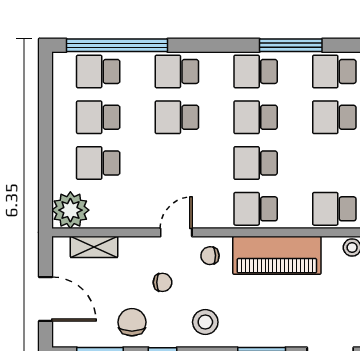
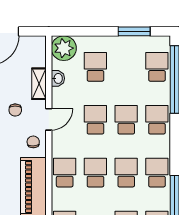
window: (46, 106) -> (134, 31), added
school desk: (98, 117) -> (95, 120), moved
washbasin: (115, 219) -> (58, 78), added
door: (176, 232) -> (49, 119), hinge flipped
shelving: (94, 247) -> (39, 84), moved

